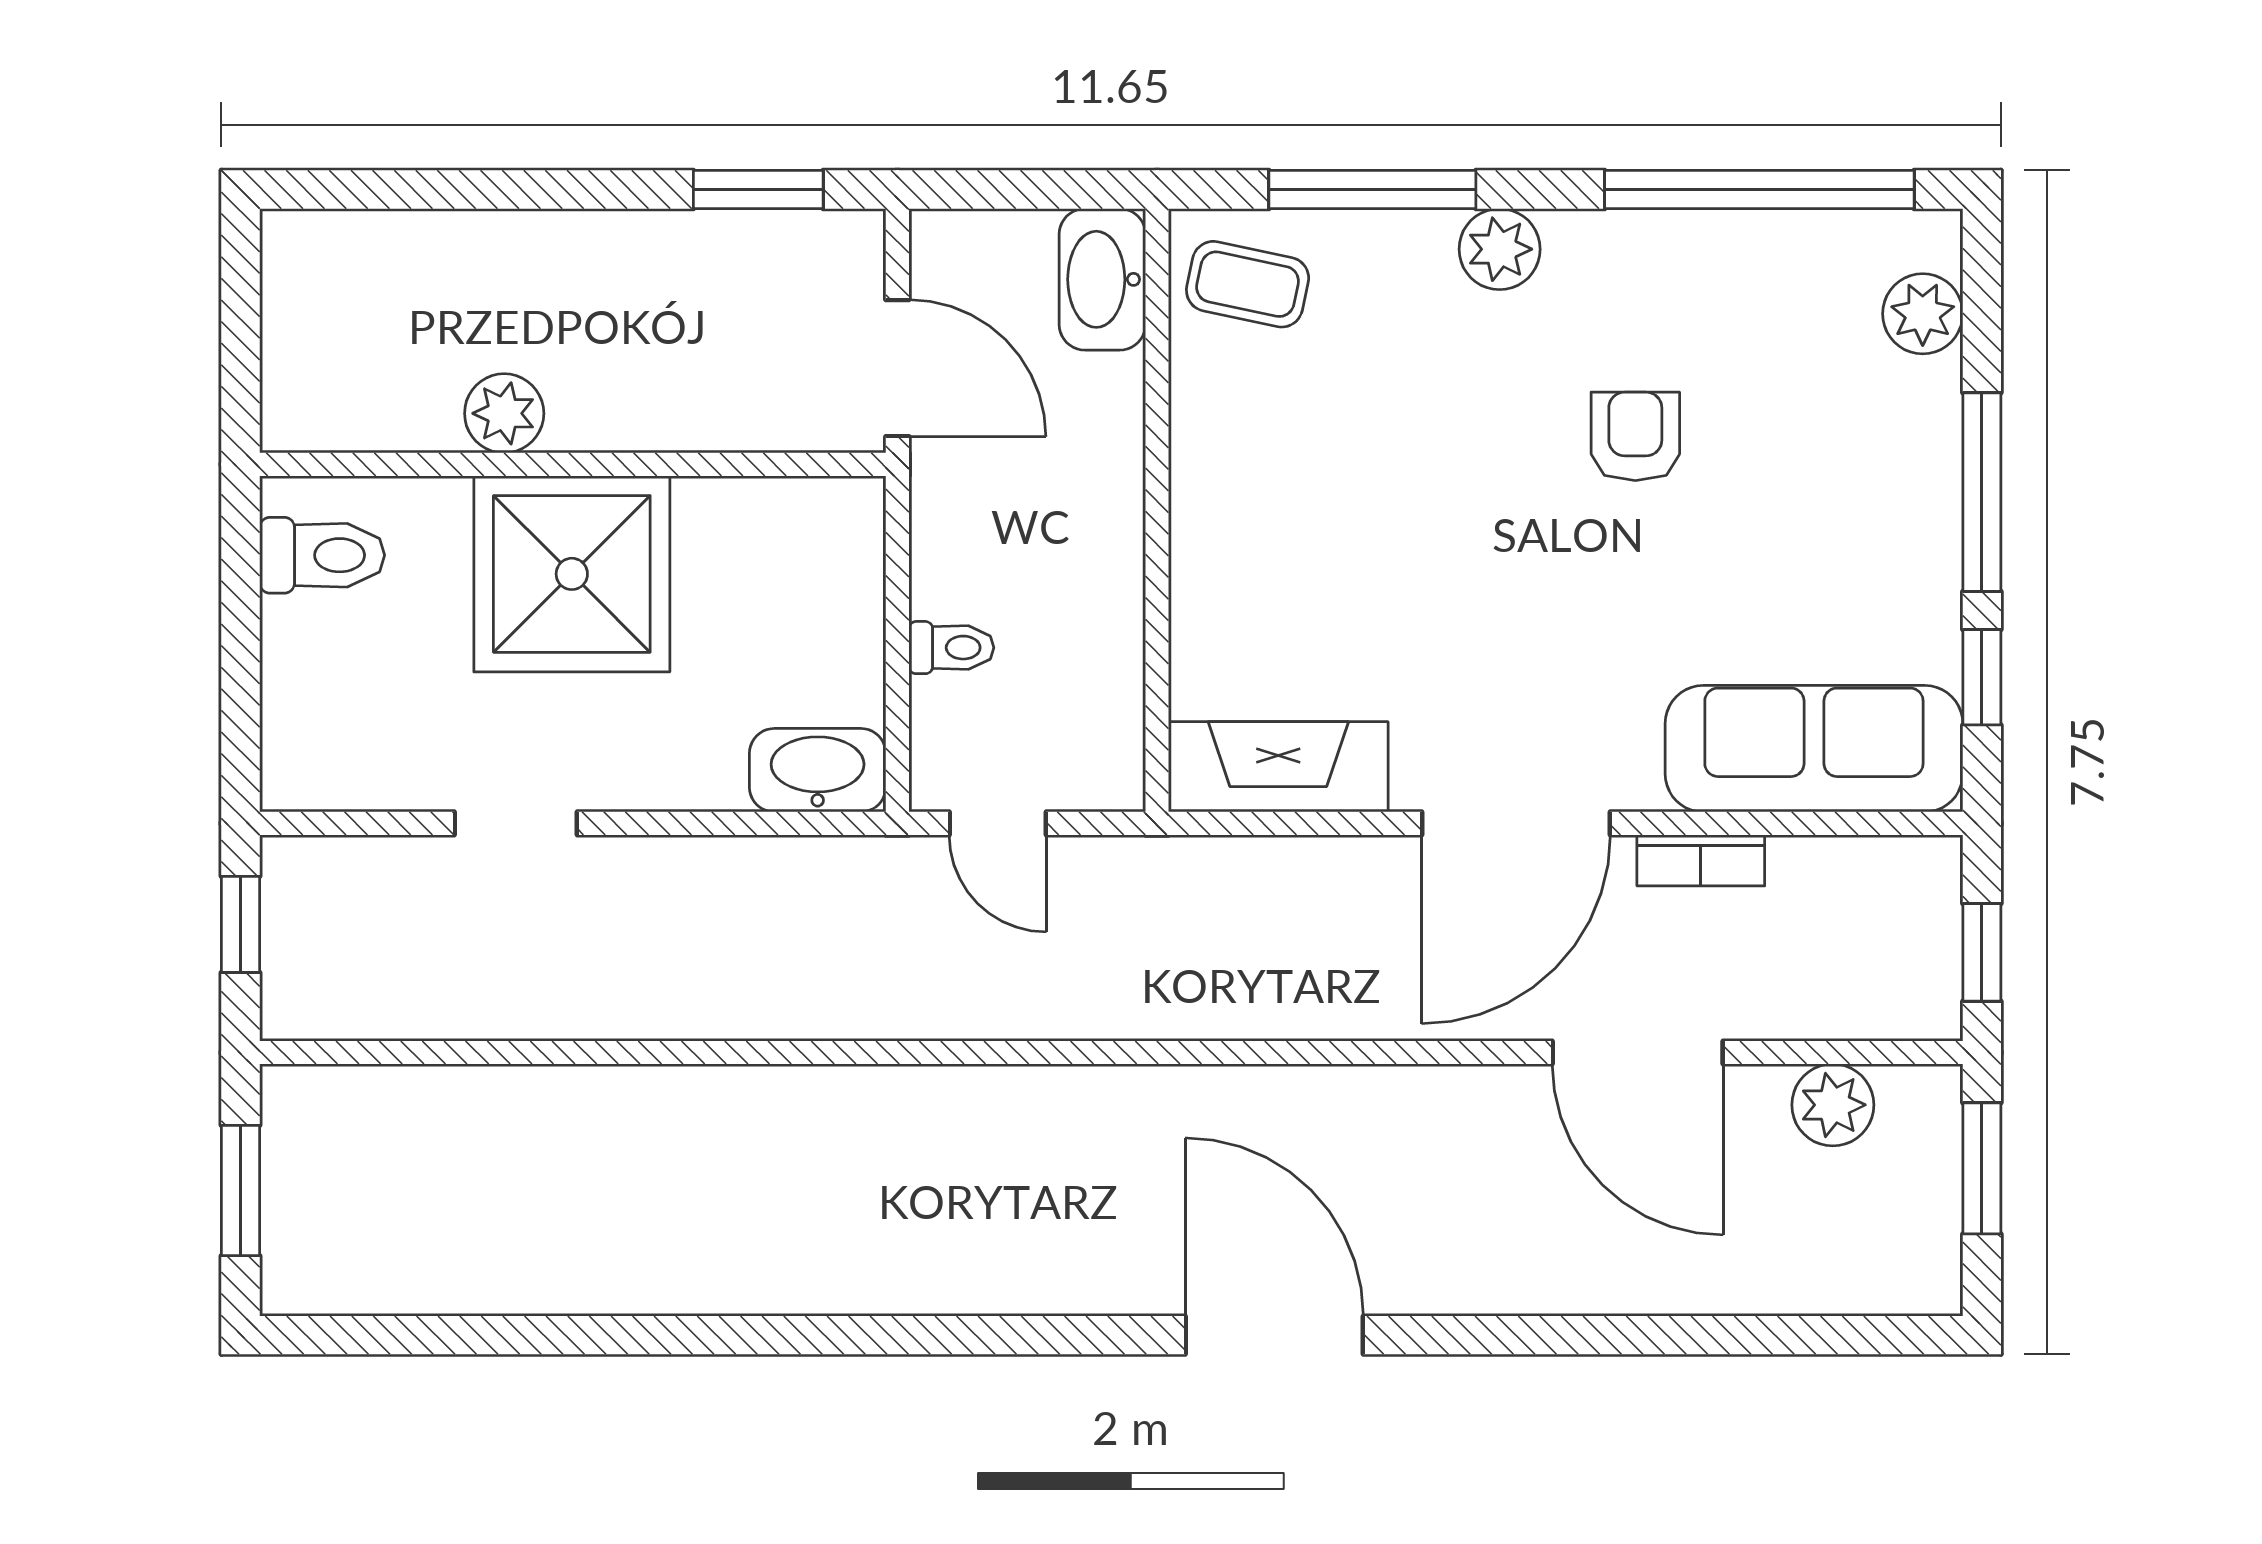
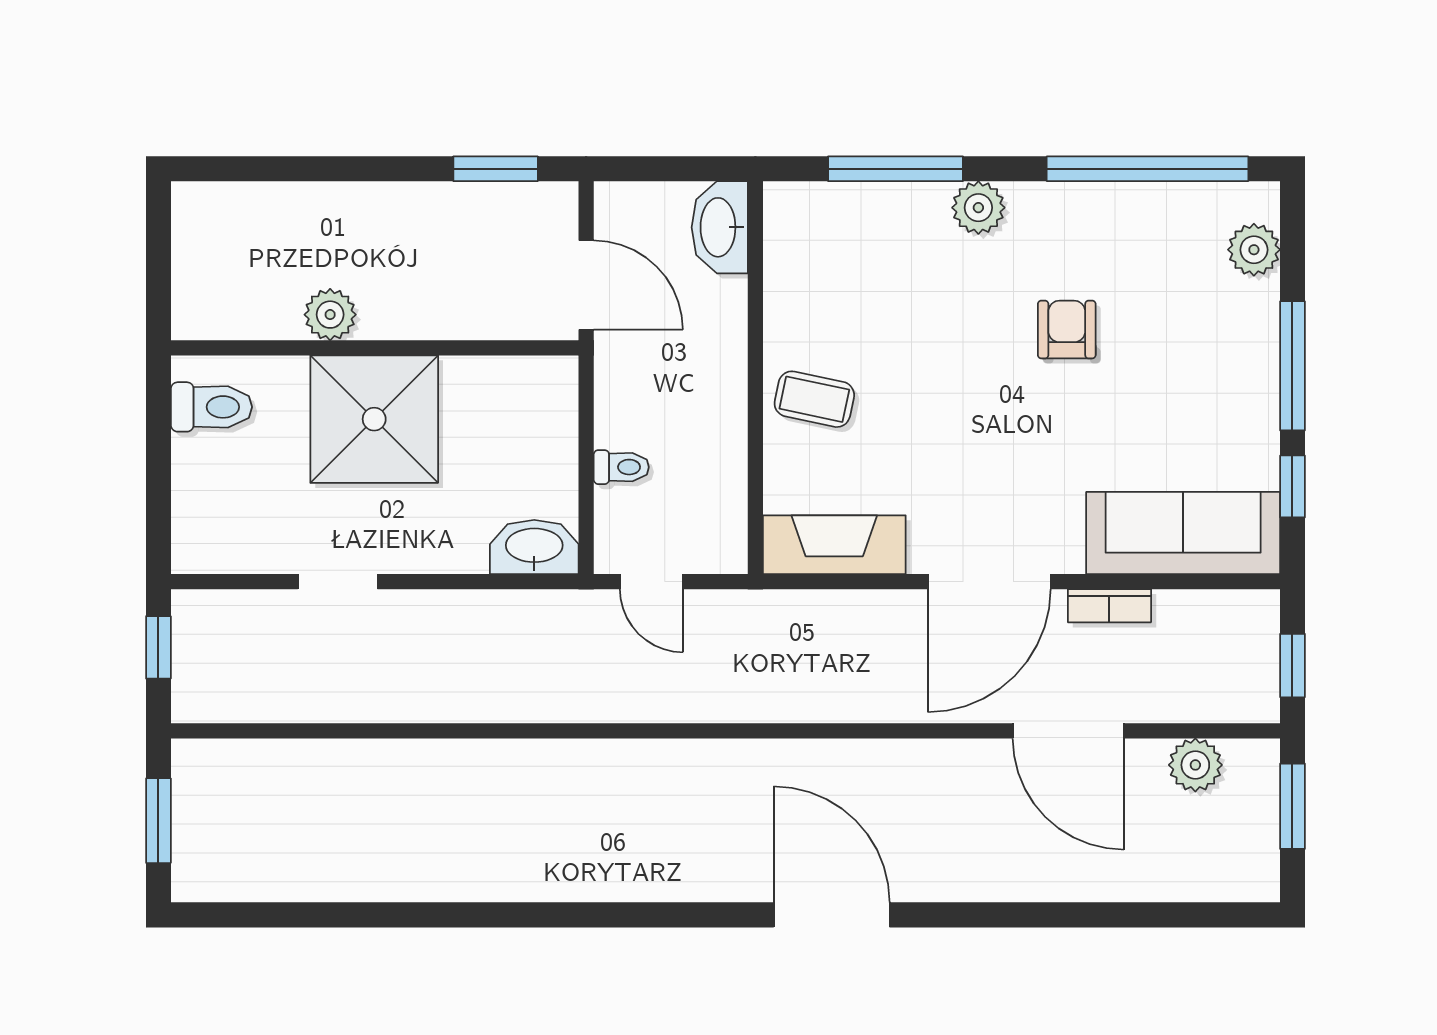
coffee table: (1248, 284) -> (814, 399), moved

